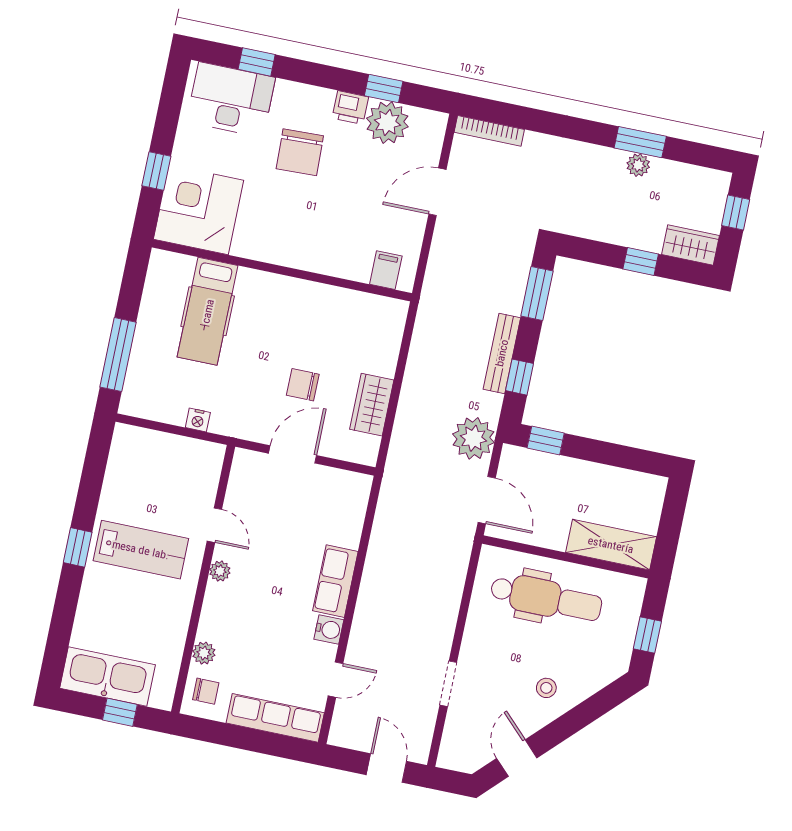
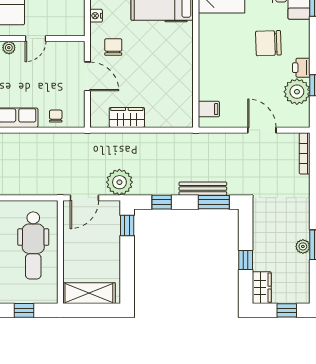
bench: (502, 353) -> (203, 189), moved
chair: (303, 385) -> (113, 47), moved
chair: (346, 519) -> (56, 116), added
shelving: (611, 545) -> (89, 293), moved, turned 90

